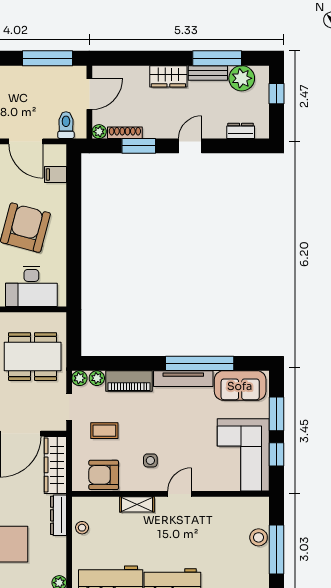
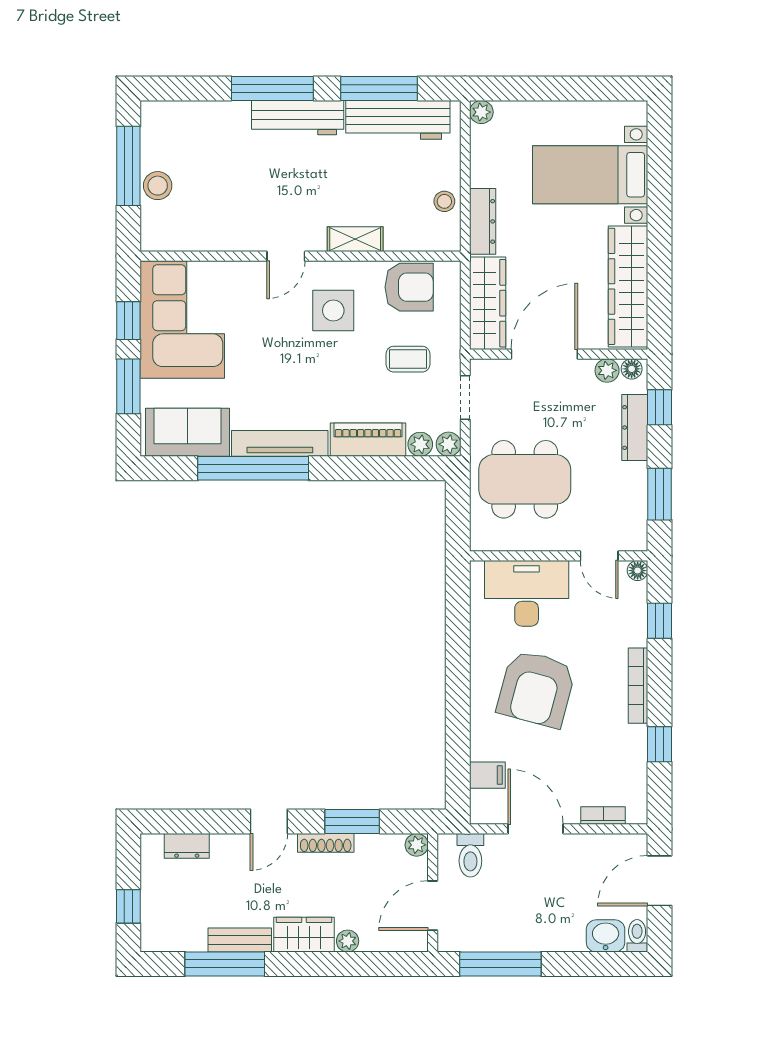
plant: (242, 78) -> (348, 941), moved, width x0.53, depth x0.53
shoe rack: (125, 133) -> (326, 843), moved
side table: (150, 460) -> (333, 311), width x1.87, depth x1.87

